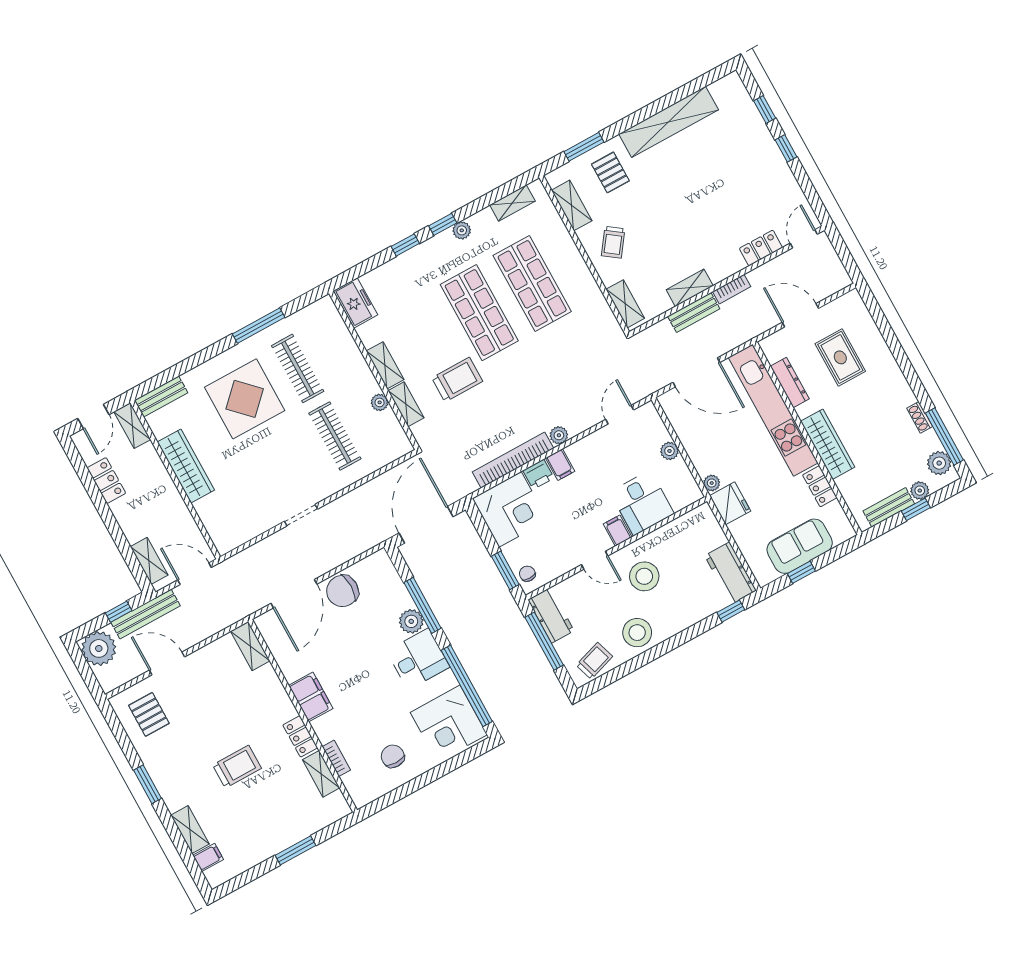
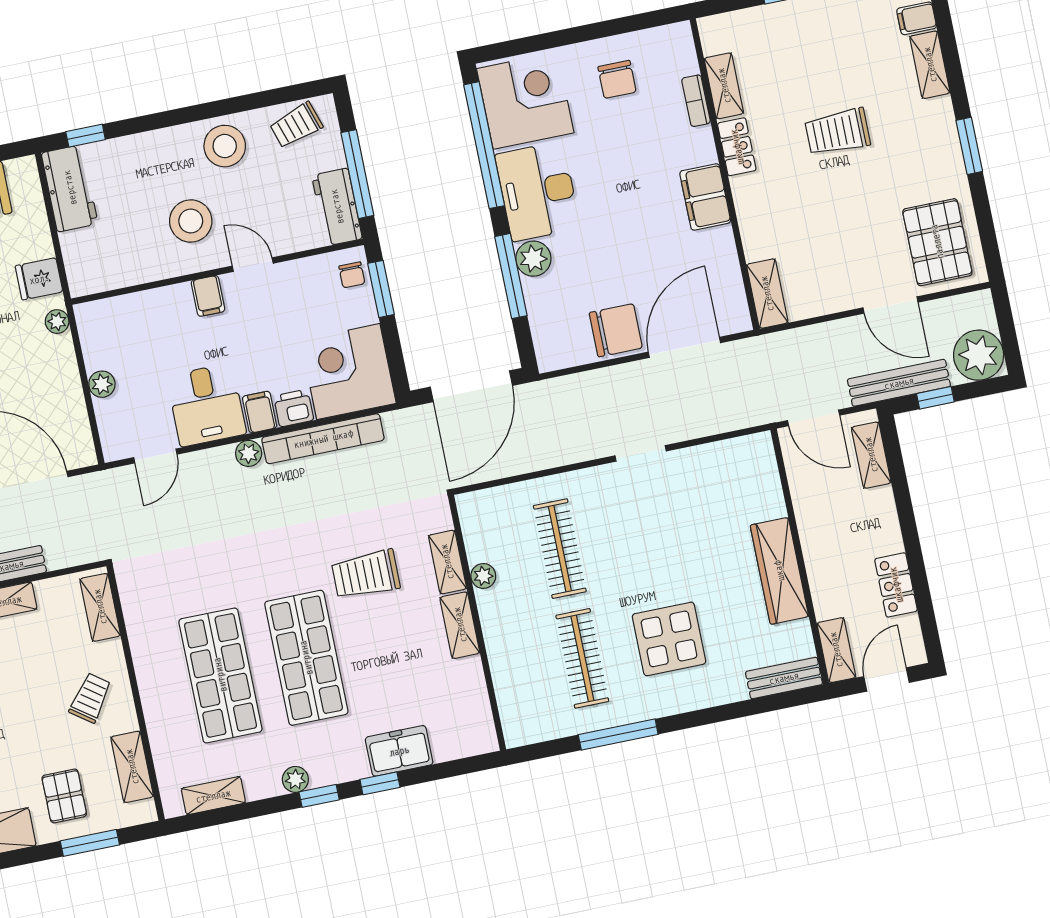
freezer: (355, 303) -> (399, 751), moved, turned 90
display table: (245, 399) -> (669, 639), width x0.73, depth x0.73
desk: (642, 503) -> (206, 405), moved, turned 180
fridge: (730, 503) -> (39, 279), width x0.72
desk: (418, 659) -> (538, 191), width x1.37
pallet: (149, 714) -> (937, 242), width x1.50, depth x1.42

